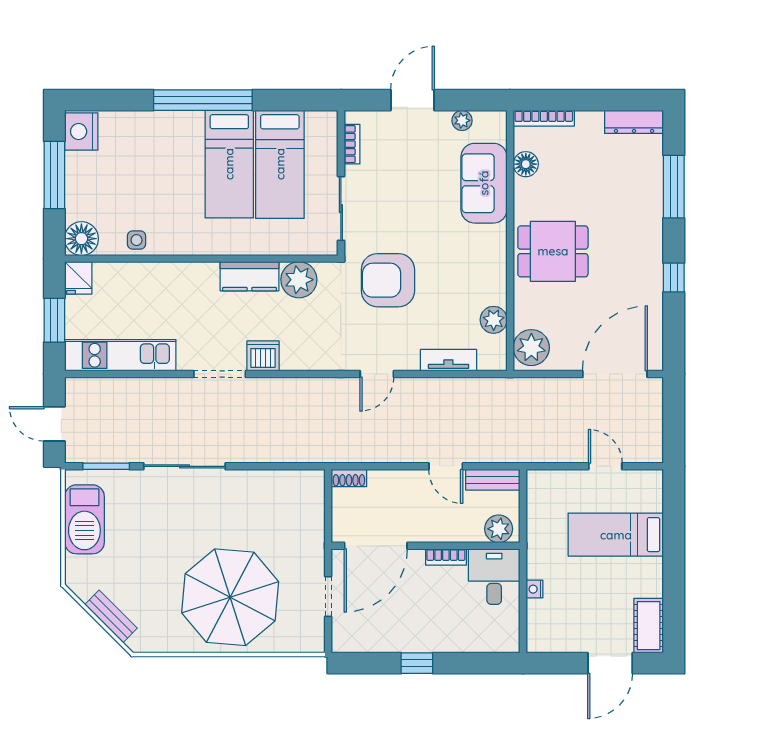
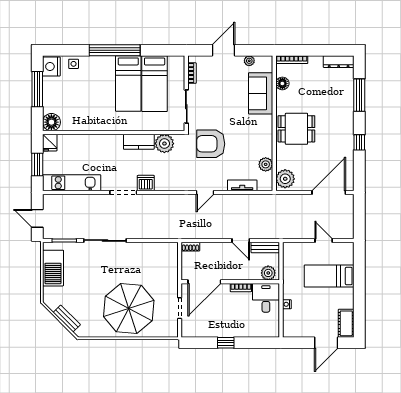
side table: (137, 240) -> (74, 64), moved

